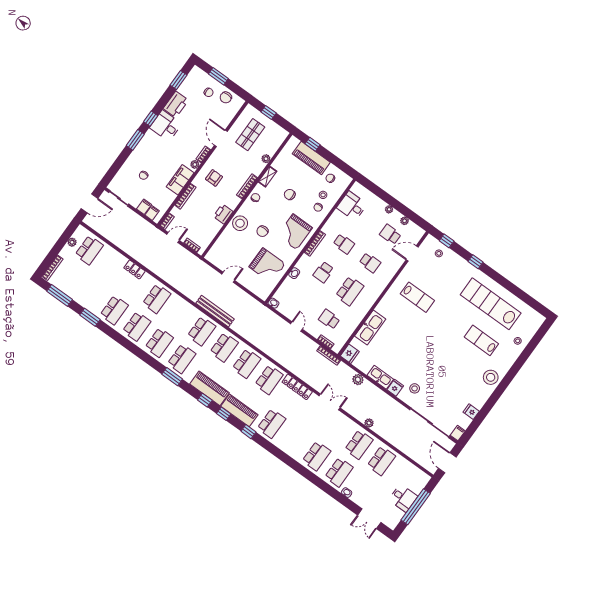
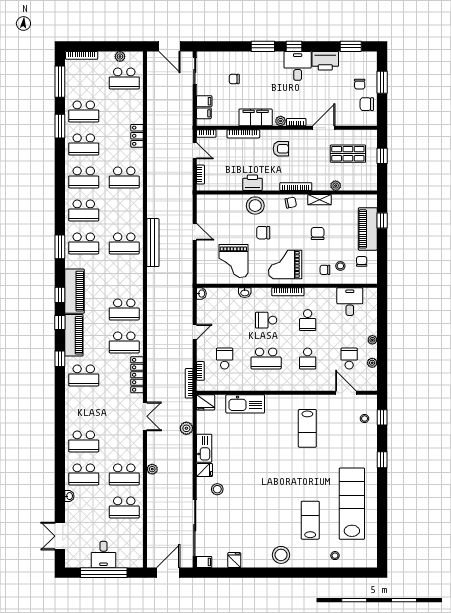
school desk: (224, 347) -> (84, 111), moved

